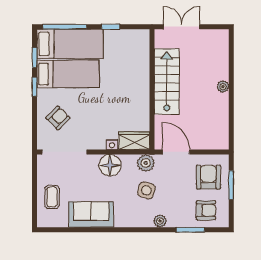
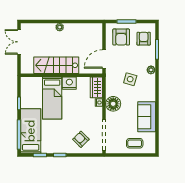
double door: (182, 27) -> (19, 42), moved
bed: (68, 74) -> (52, 98), moved, turned 180
nightstand: (141, 101) -> (69, 83), added
plant: (146, 163) -> (112, 80), removed
armchair: (208, 177) -> (121, 37), turned -90

